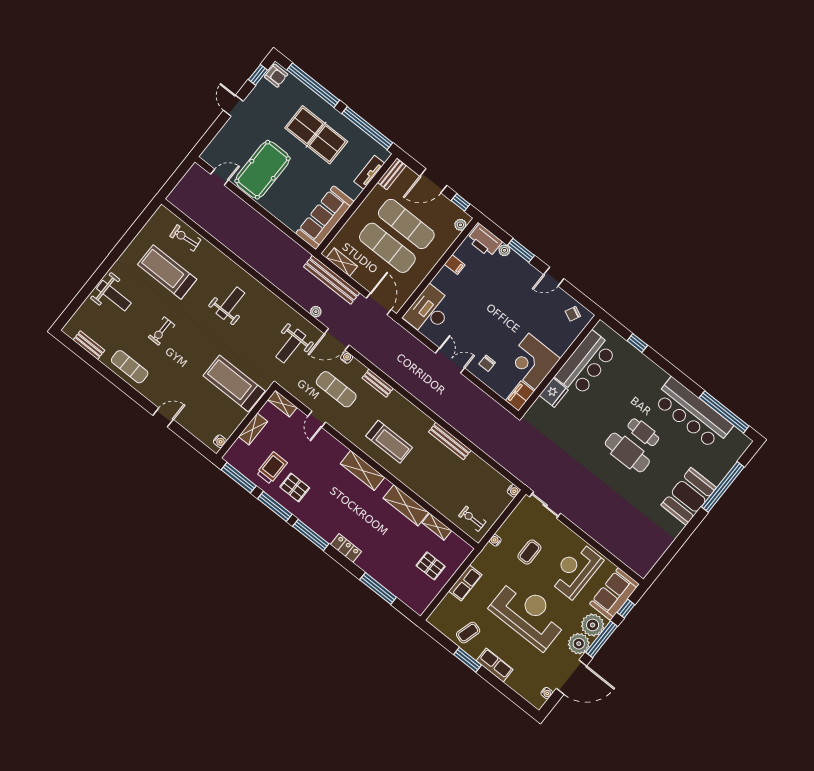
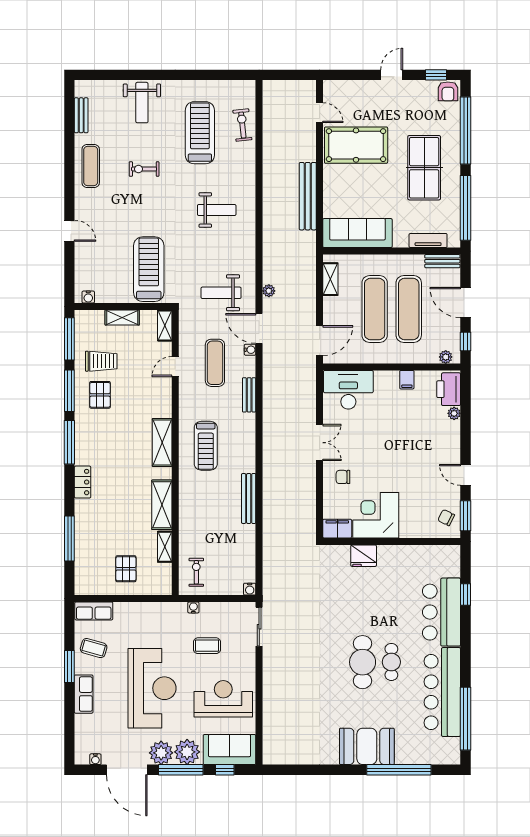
window: (521, 250) -> (466, 516), moved
bench: (332, 280) -> (308, 196), moved
bar counter: (586, 363) -> (442, 612), moved, turned 90
row of seats: (465, 583) -> (94, 611), moved

